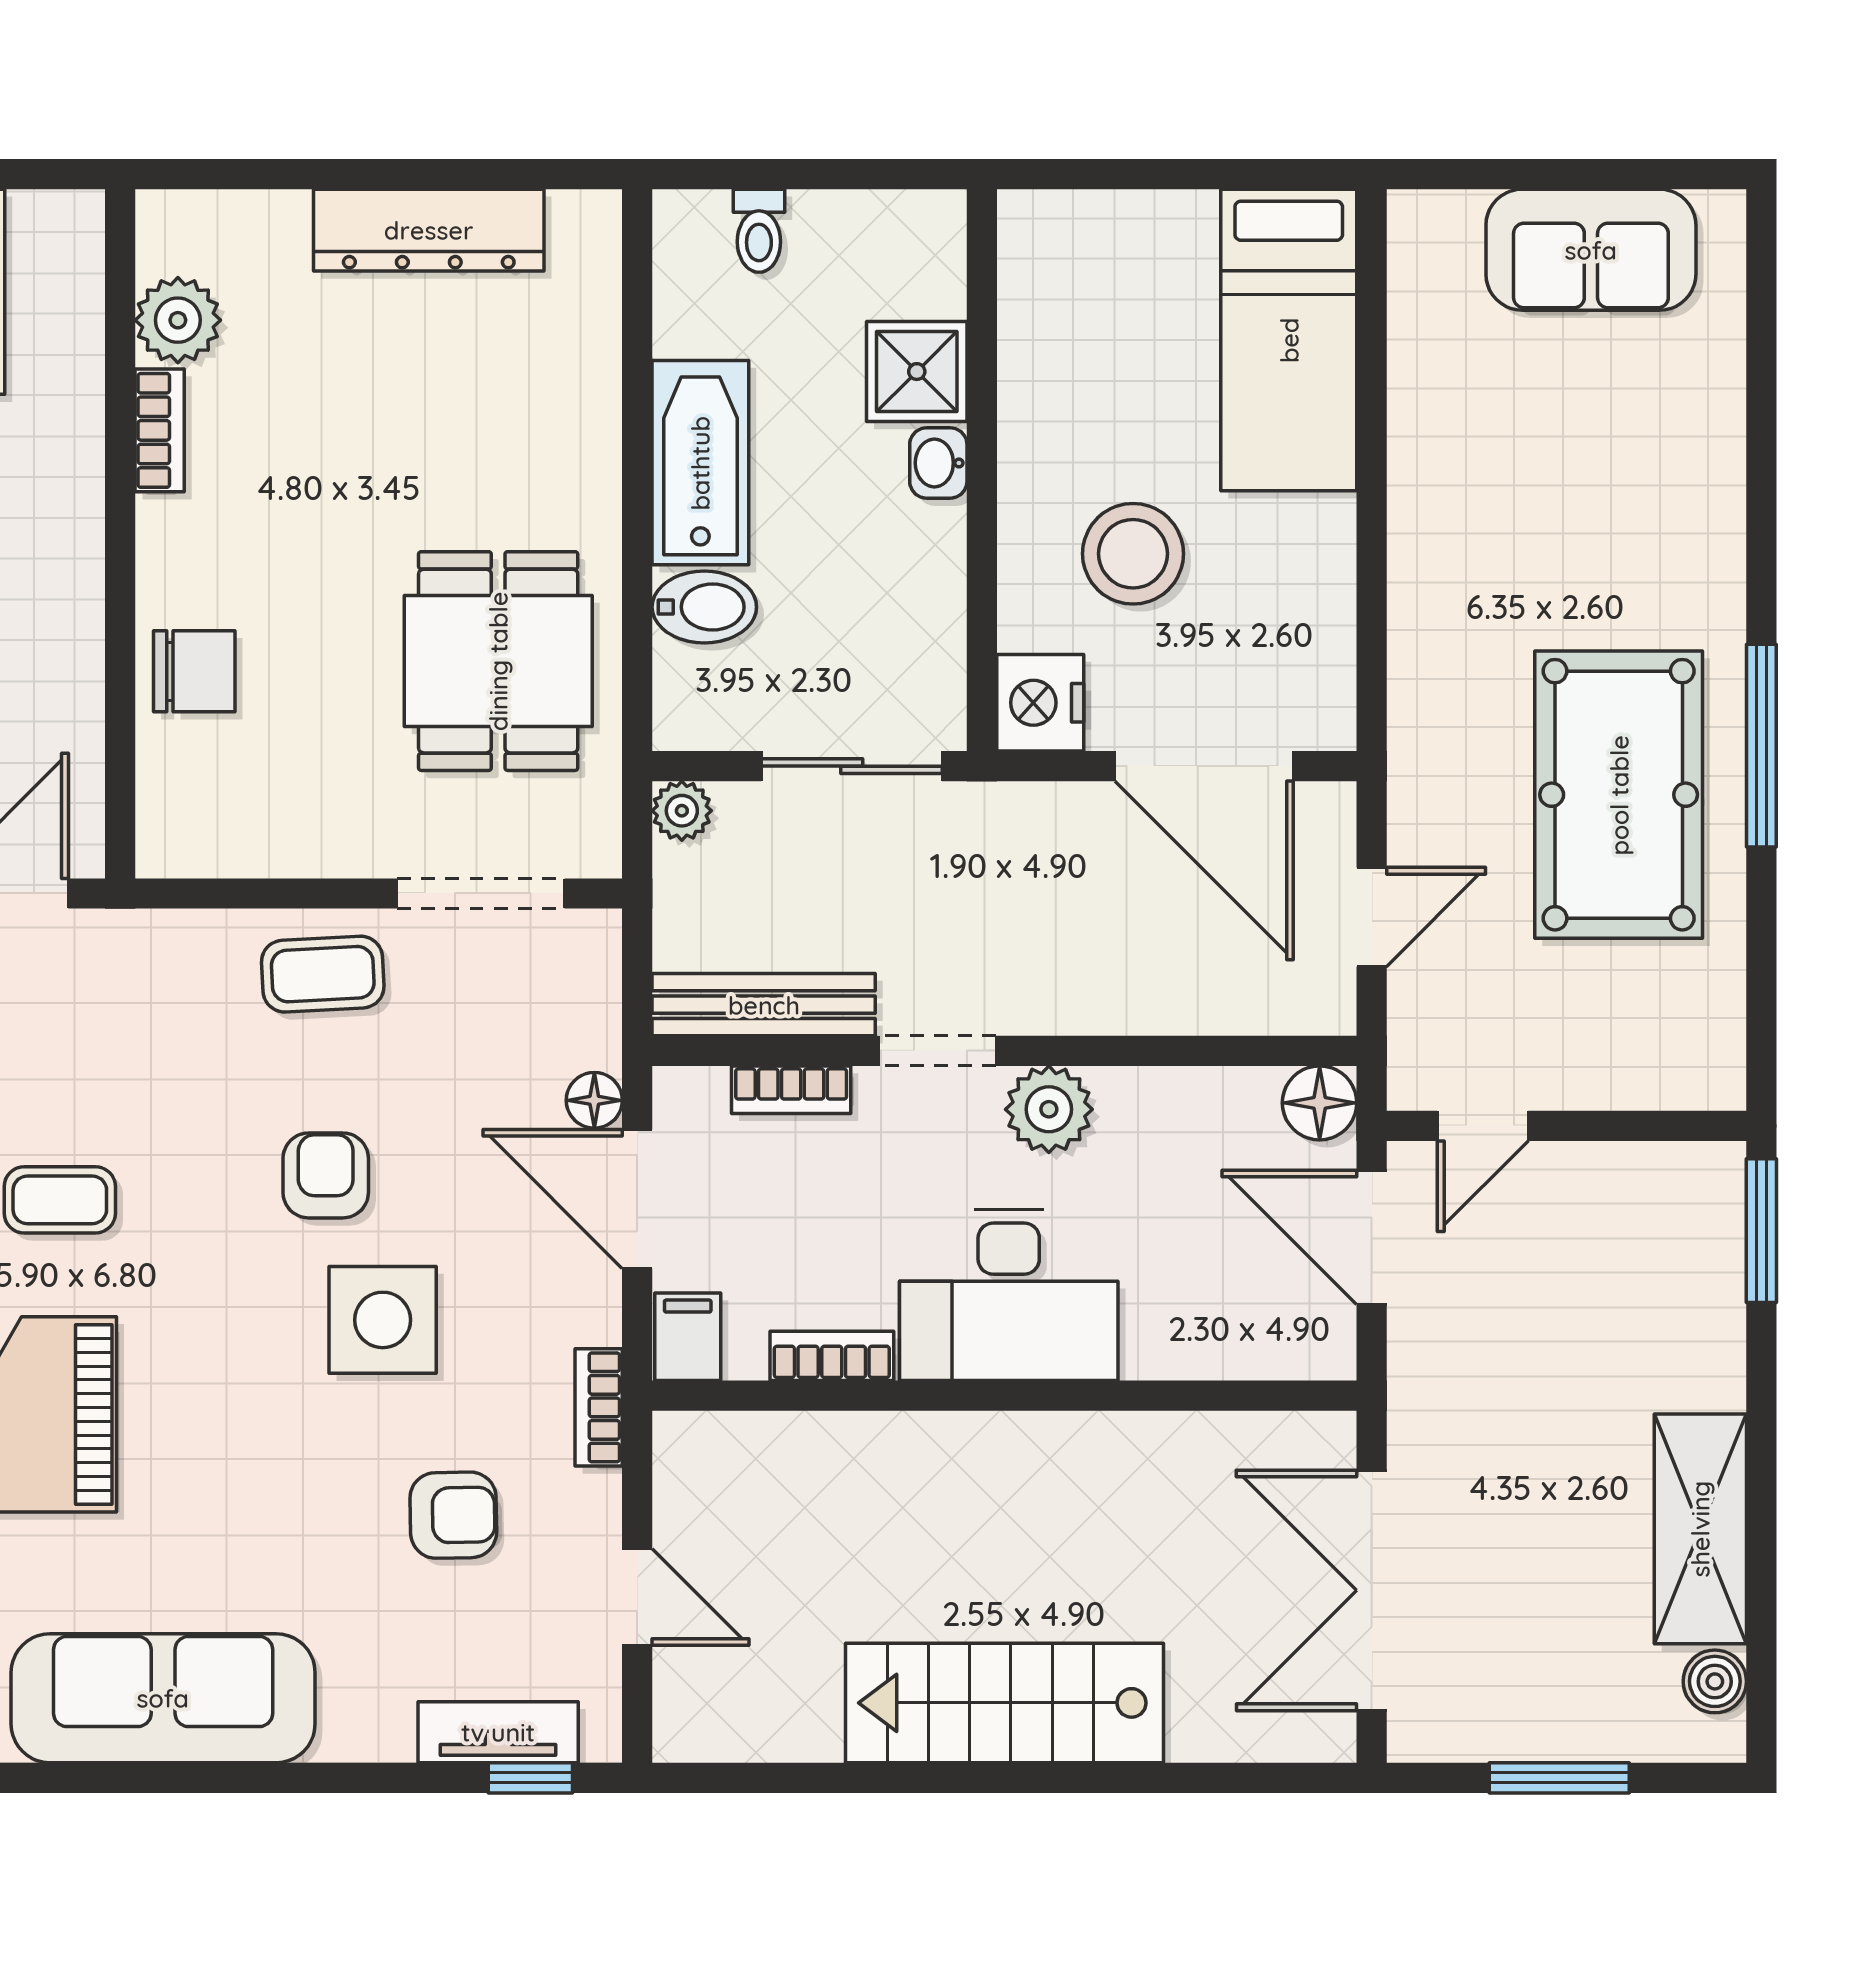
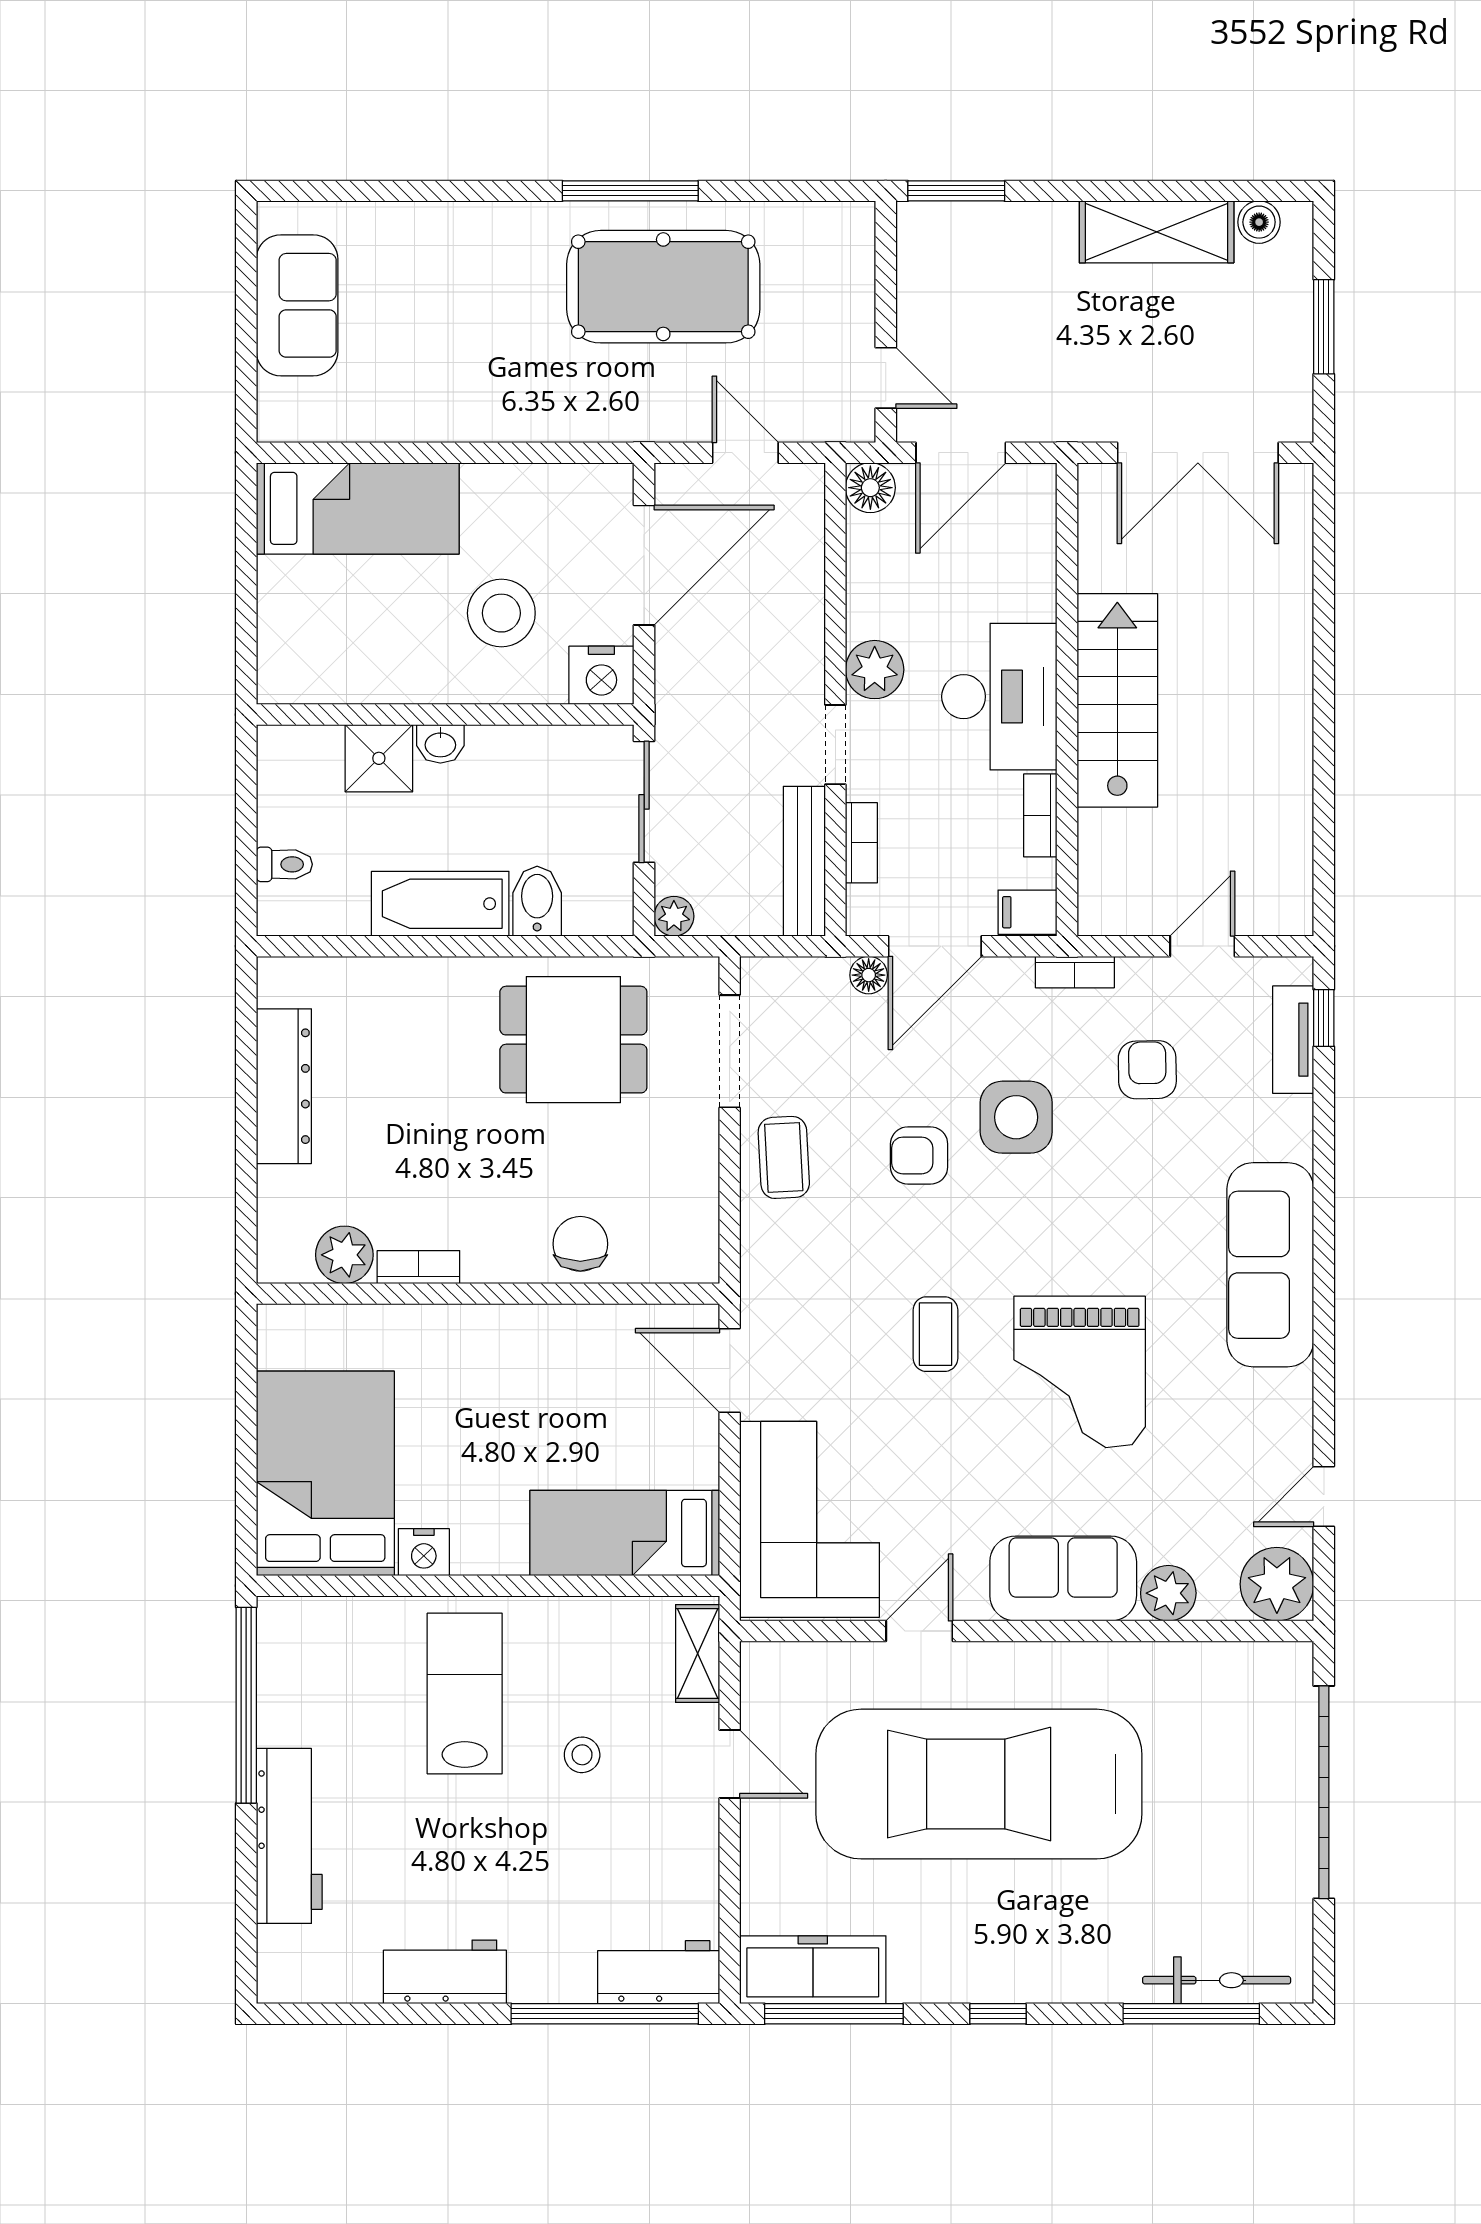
stairs: (1005, 1703) -> (1117, 700), moved, turned 180

